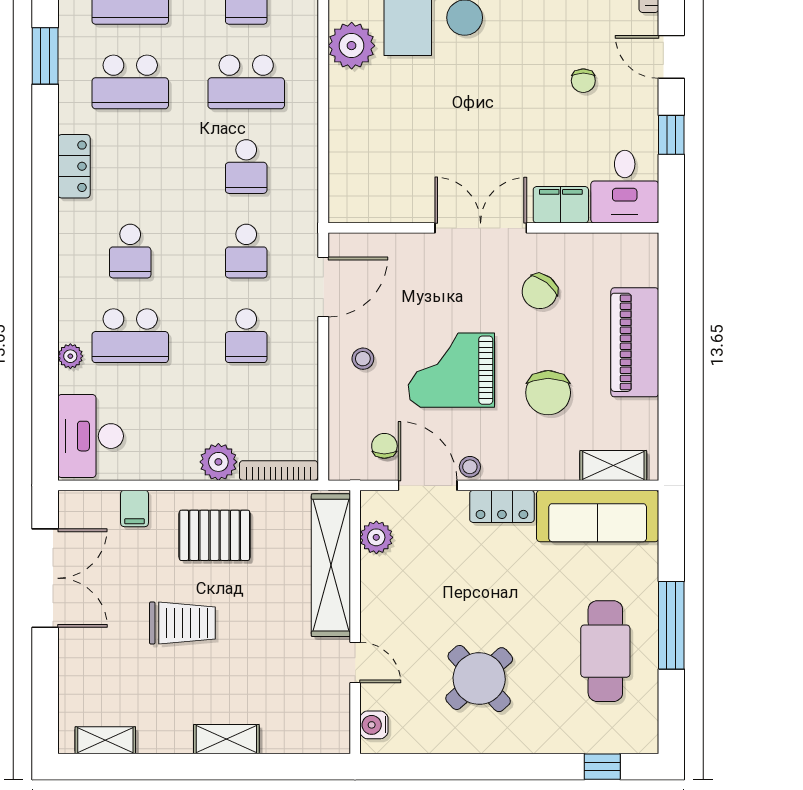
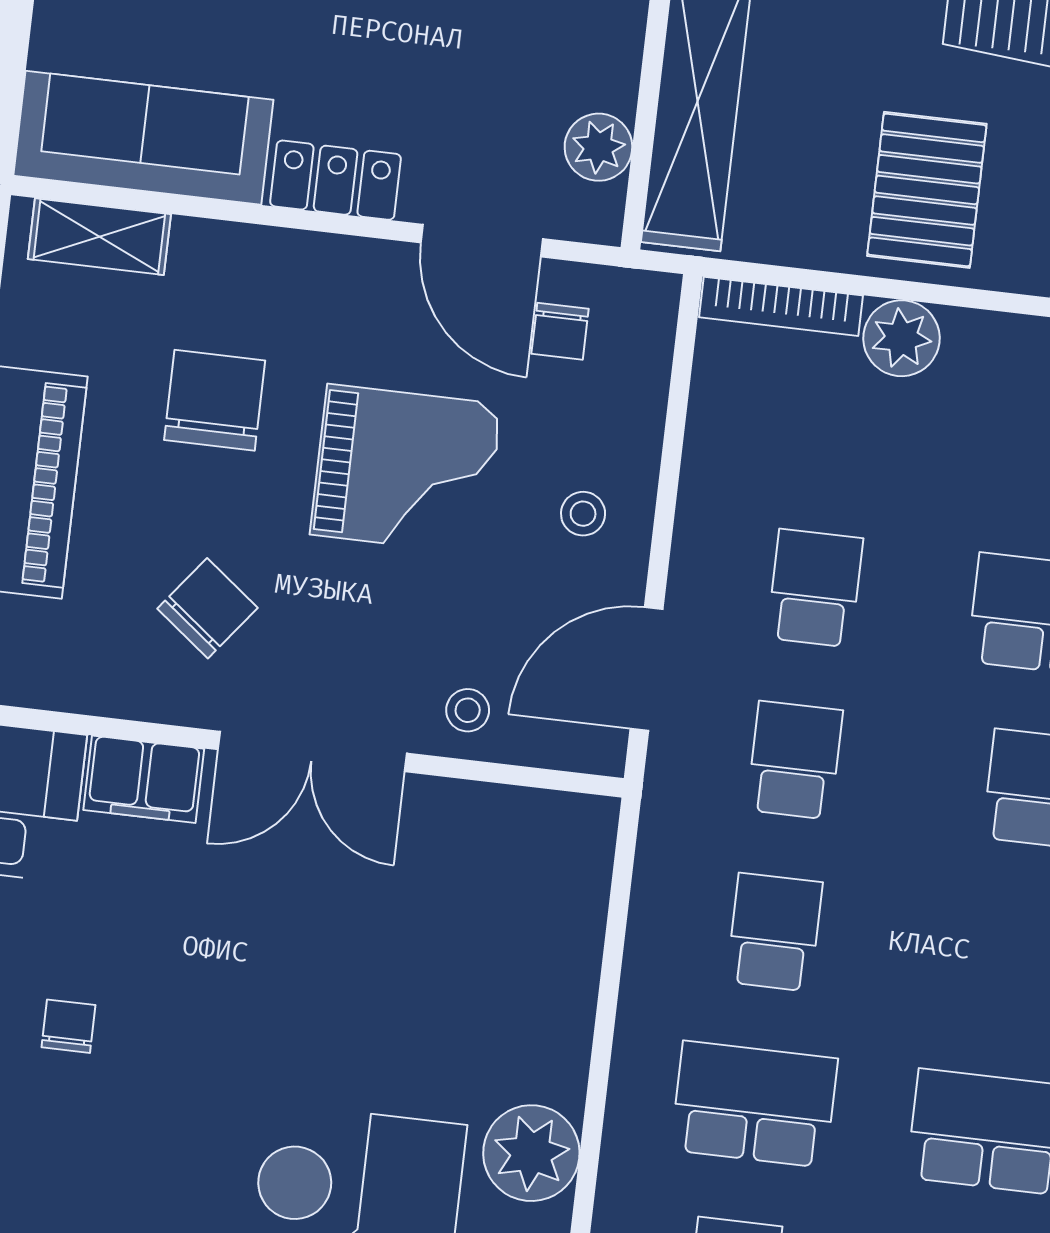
stool: (470, 467) -> (468, 710), moved
pallet: (215, 535) -> (927, 190), turned 90

